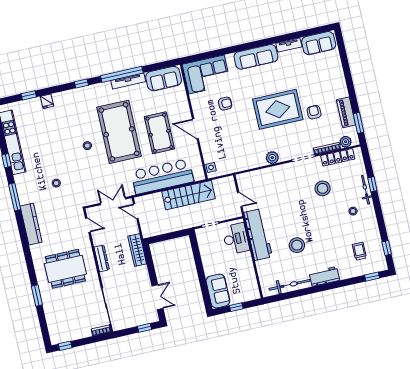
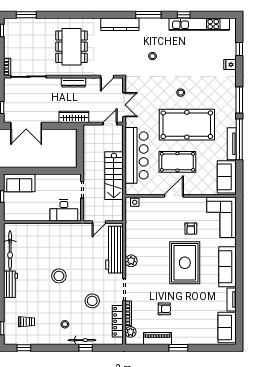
window: (81, 84) -> (239, 100), width x2.17
rug: (278, 109) -> (185, 263), moved
window: (359, 123) -> (178, 348), moved
workbench: (258, 235) -> (114, 250), moved, turned 90
stool: (297, 245) -> (59, 276), moved
window: (37, 295) -> (26, 15), moved
double door: (157, 297) -> (26, 126), width x1.37

